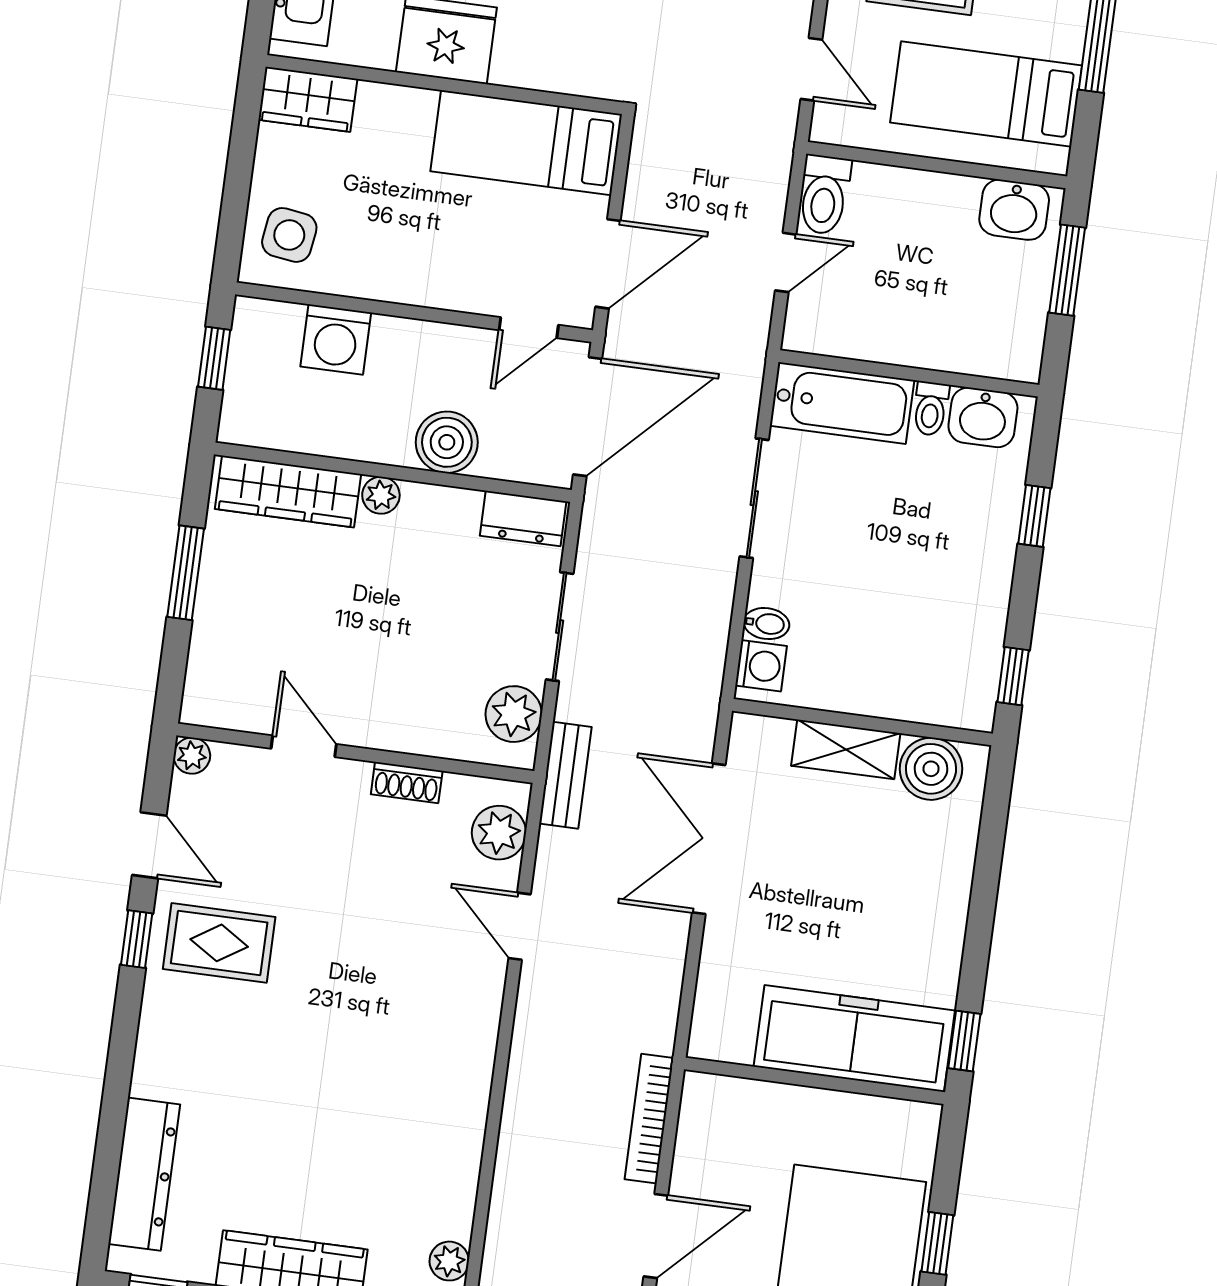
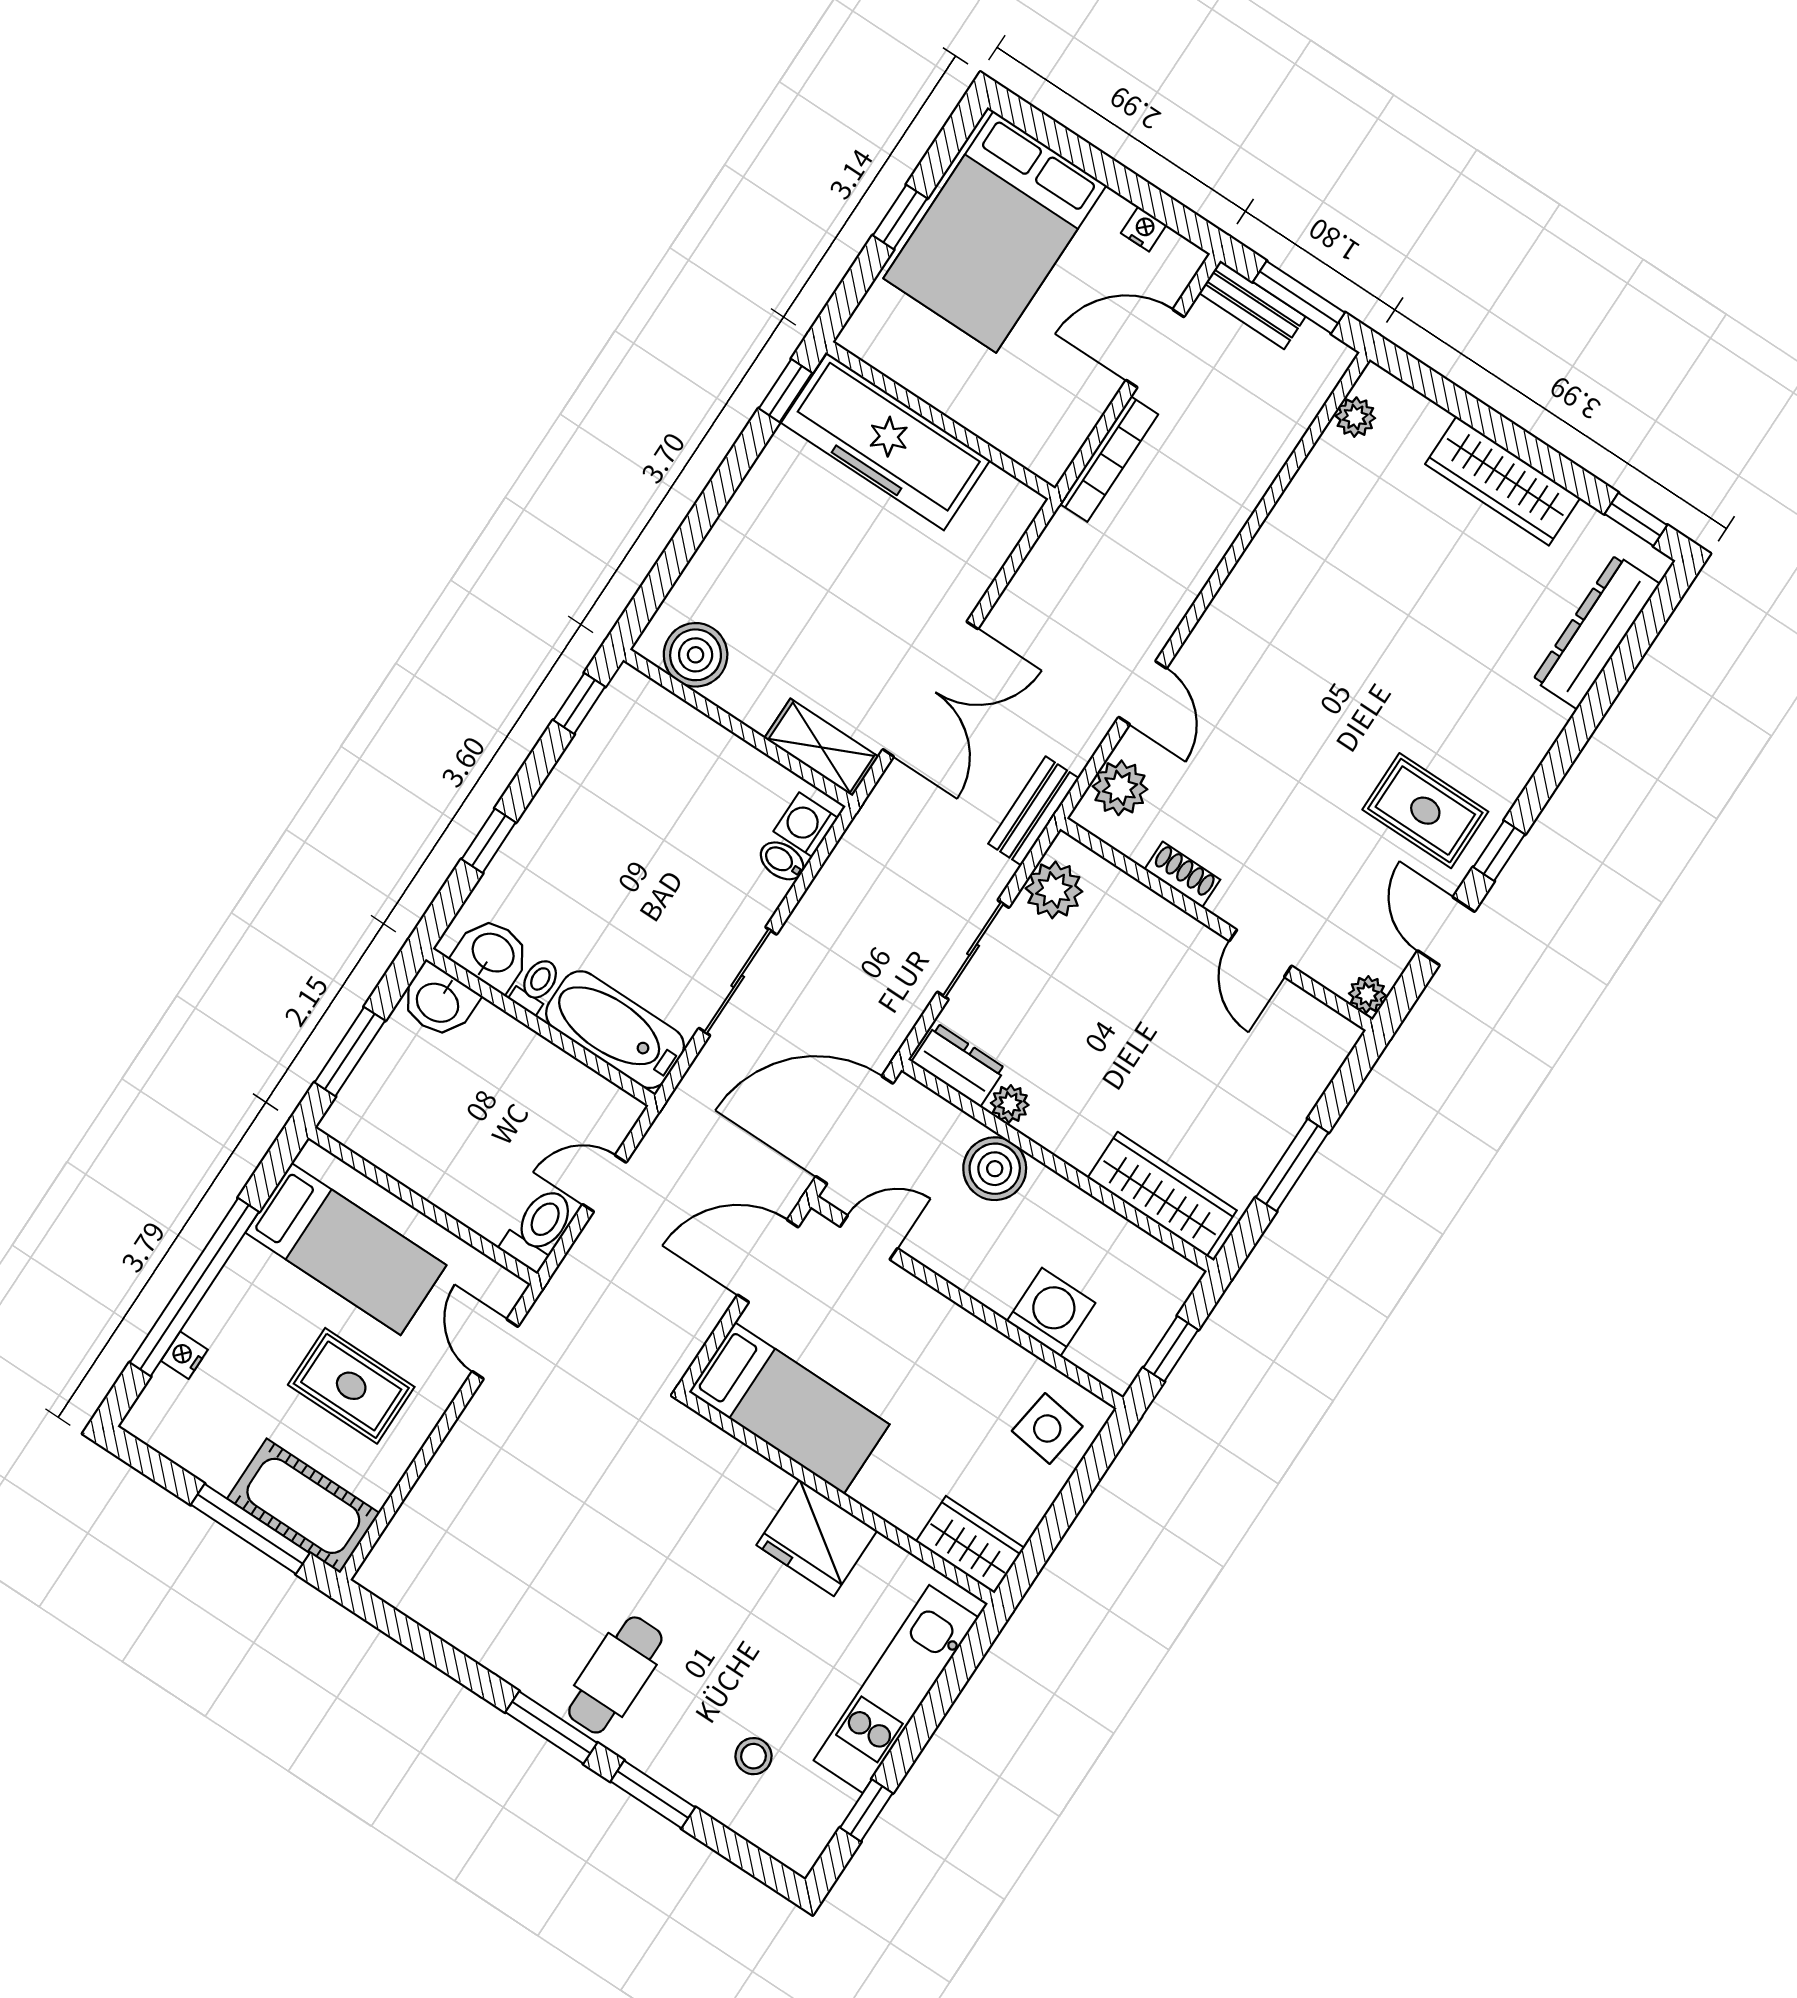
washbasin: (1014, 210) -> (438, 1001), moved, turned 180
plant: (381, 495) -> (1010, 1104), moved
shelving: (846, 749) -> (821, 747), moved

